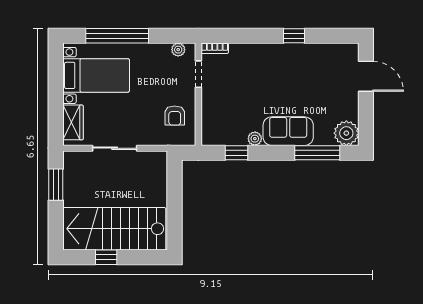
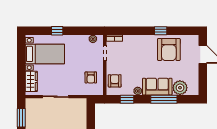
window: (117, 36) -> (57, 31), width x0.32
armchair: (308, 68) -> (169, 50), added
armchair: (215, 121) -> (115, 81), added
plant: (346, 133) -> (180, 88), moved
window: (317, 153) -> (164, 99), moved

